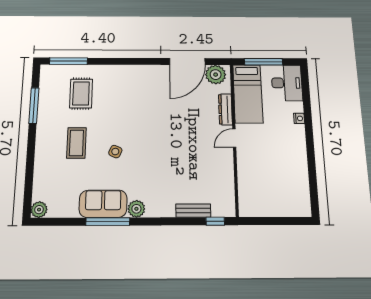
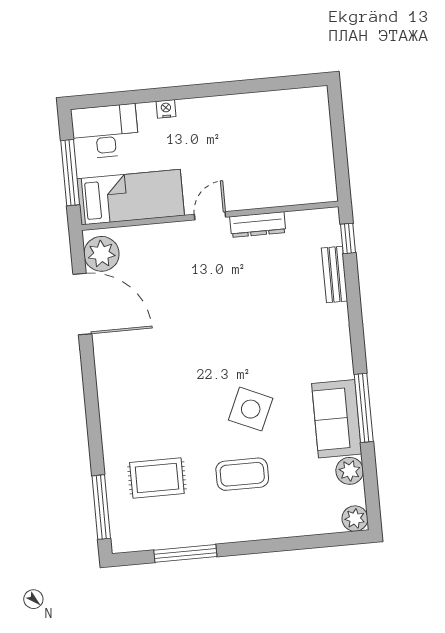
dresser: (225, 109) -> (258, 225), moved
door: (234, 138) -> (210, 216), swing flipped
side table: (115, 152) -> (251, 409), width x1.87, depth x1.87
plant: (136, 209) -> (350, 471), moved

